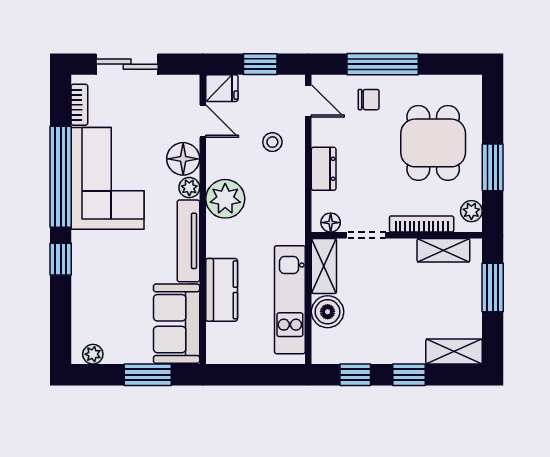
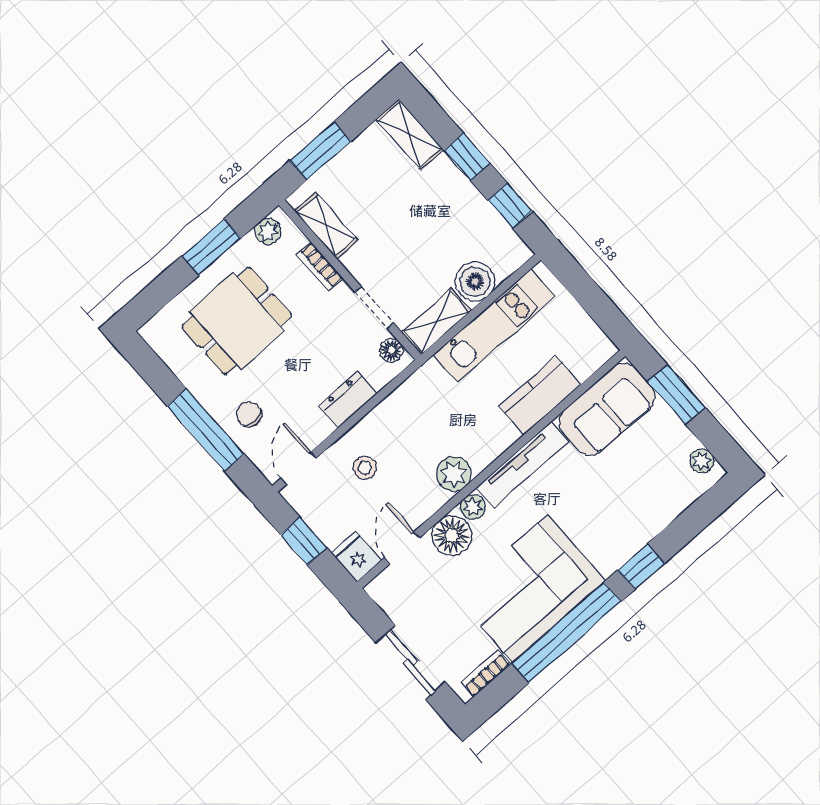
plant: (225, 199) -> (454, 474), width x0.73, depth x0.73
bookcase: (422, 224) -> (320, 266), width x0.64

